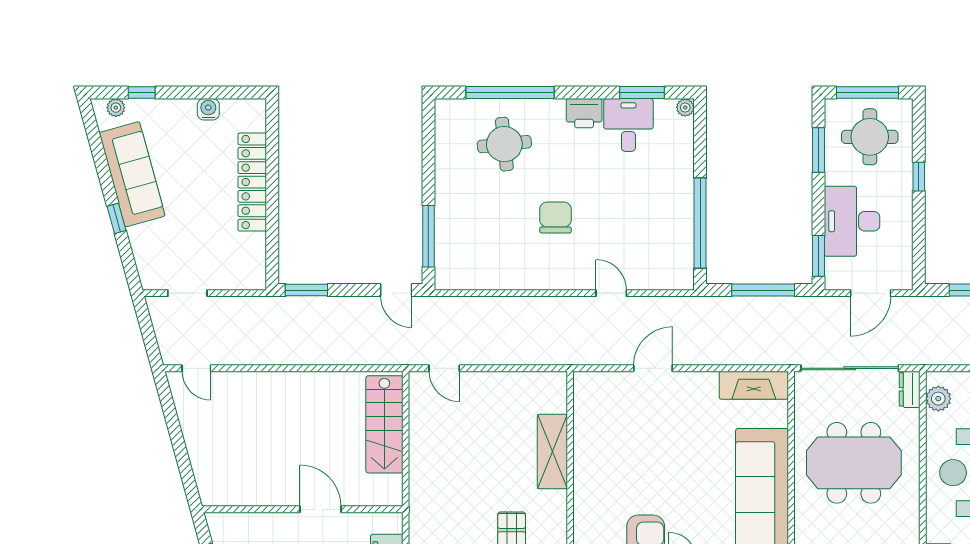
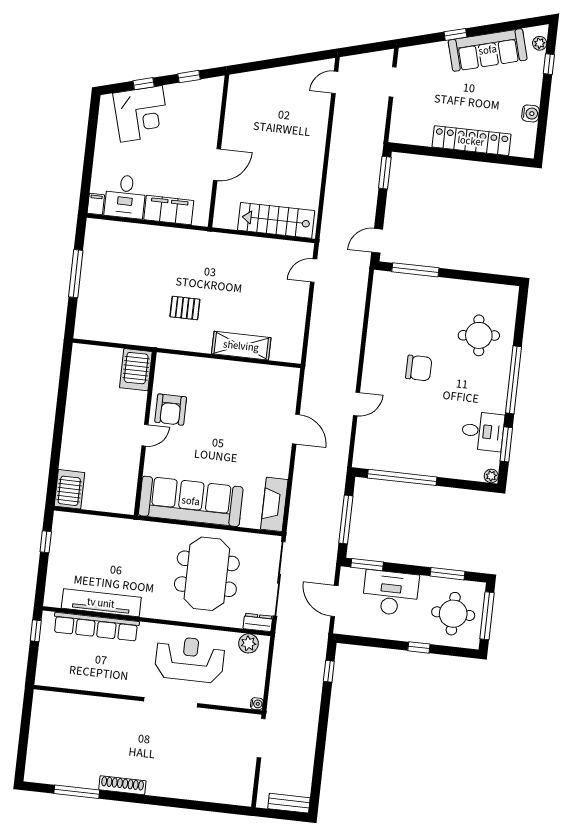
window: (510, 93) -> (513, 380), moved
printer: (584, 113) -> (496, 399), removed

